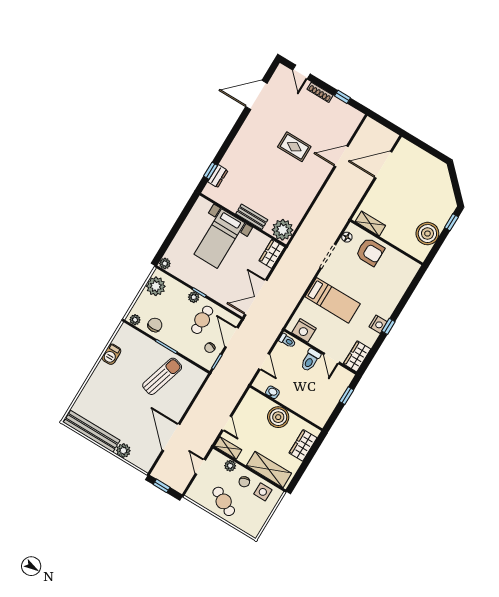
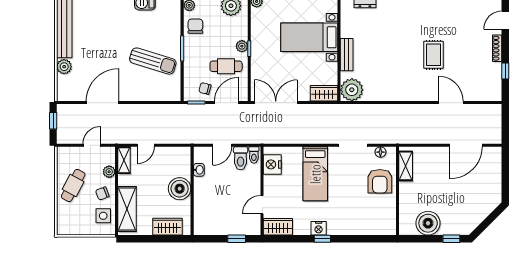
door: (383, 165) -> (466, 145), swing flipped
chair: (155, 325) -> (195, 26), turned -90
toilet: (310, 360) -> (241, 158), moved, turned -90

